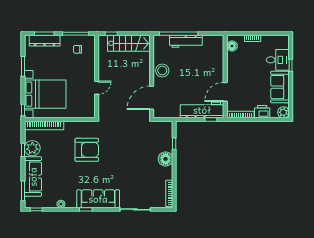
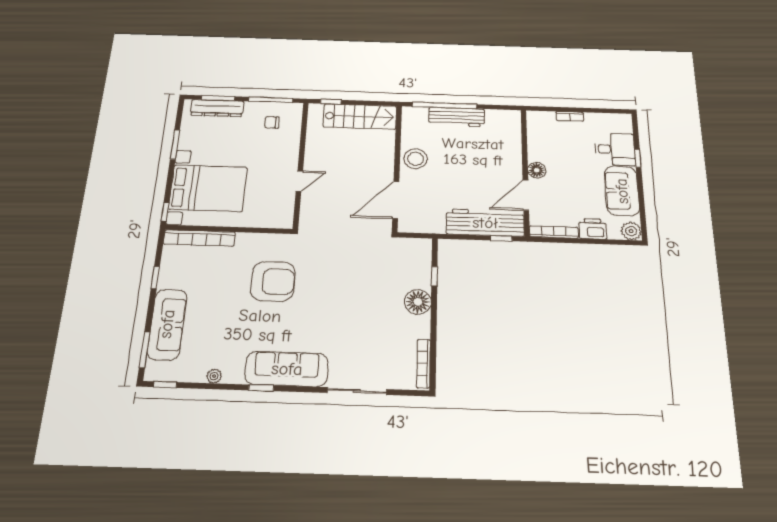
floor lamp: (232, 46) -> (537, 170), moved
plant: (32, 148) -> (173, 275), removed

